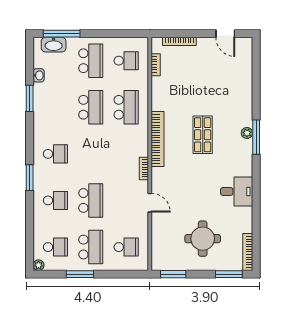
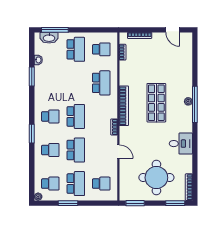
school desk: (91, 107) -> (76, 116), moved
shop shelf: (203, 135) -> (156, 103), width x1.43, depth x1.36
window: (256, 137) -> (195, 104), width x1.46
round table: (203, 239) -> (156, 178), width x1.36, depth x1.36

